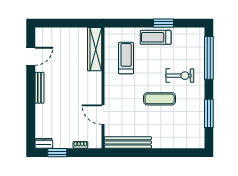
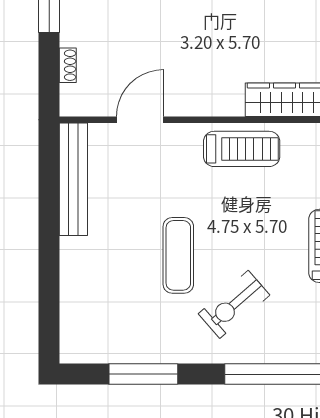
treadmill: (126, 58) -> (242, 149), moved
exercise bike: (180, 76) -> (234, 304), turned 49

